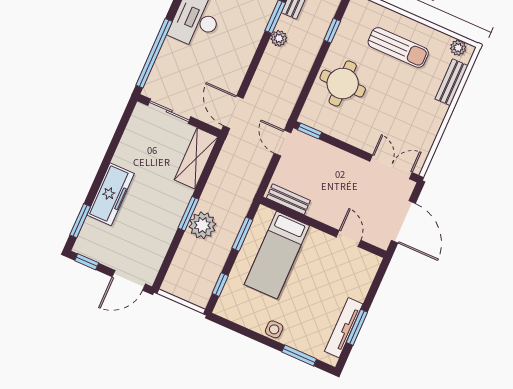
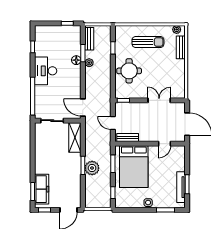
floor lamp: (258, 24) -> (76, 60), added
door: (283, 143) -> (113, 123), moved
double door: (391, 167) -> (159, 100), moved
freezer: (111, 194) -> (42, 189), moved
door: (349, 239) -> (165, 144), swing flipped
bed: (277, 255) -> (134, 167), width x1.50

